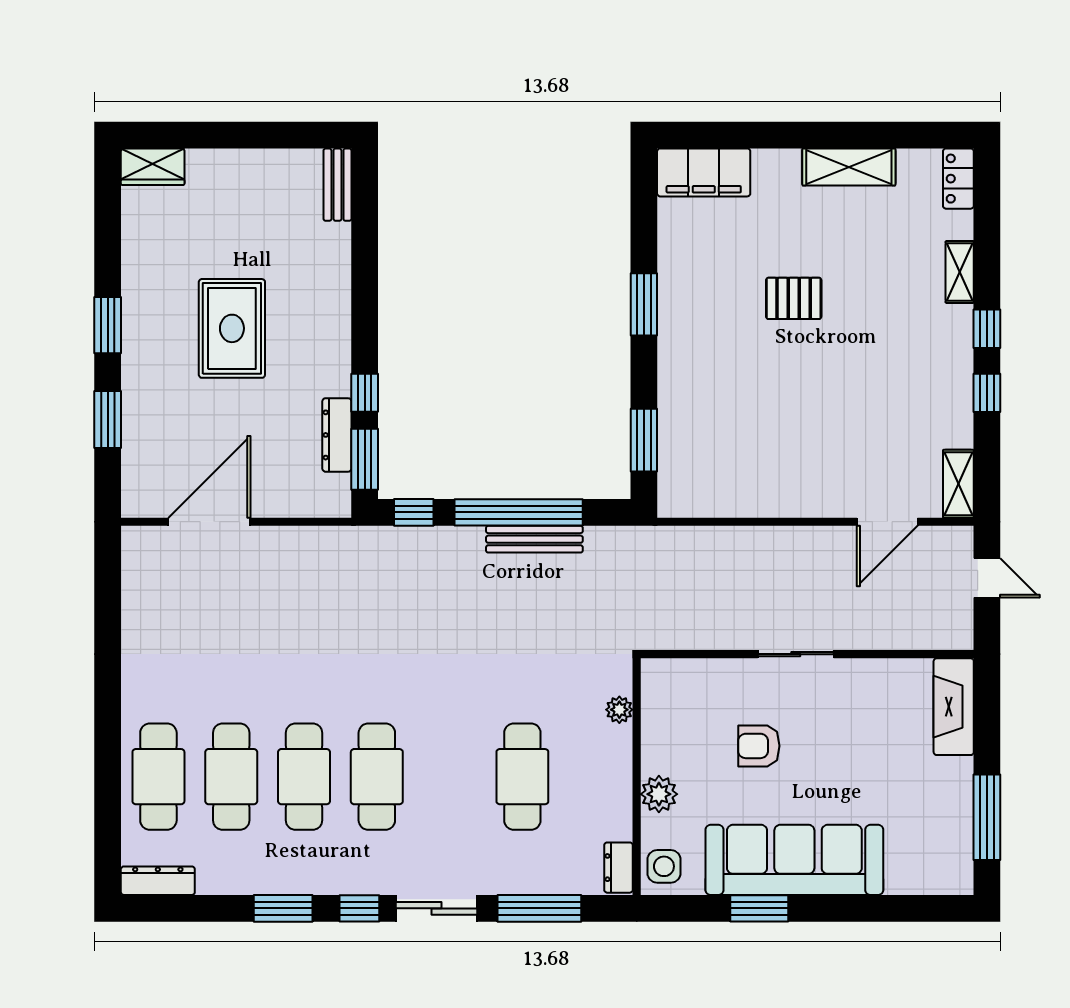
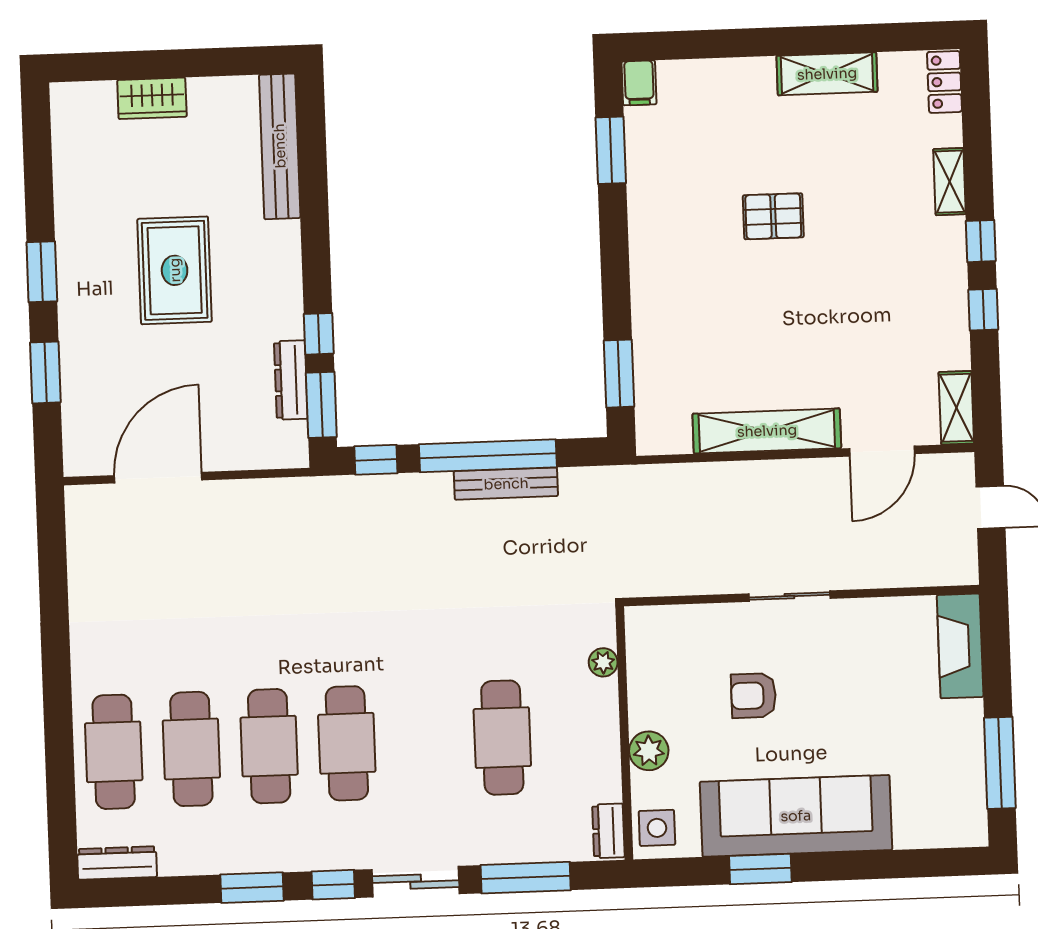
wardrobe: (153, 167) -> (152, 98), moved
filing cabinet: (704, 172) -> (639, 83), width x0.33, depth x0.86
bench: (337, 185) -> (280, 146), width x1.86, depth x1.21
window: (644, 304) -> (611, 150), moved
shelving: (780, 499) -> (767, 431), added

